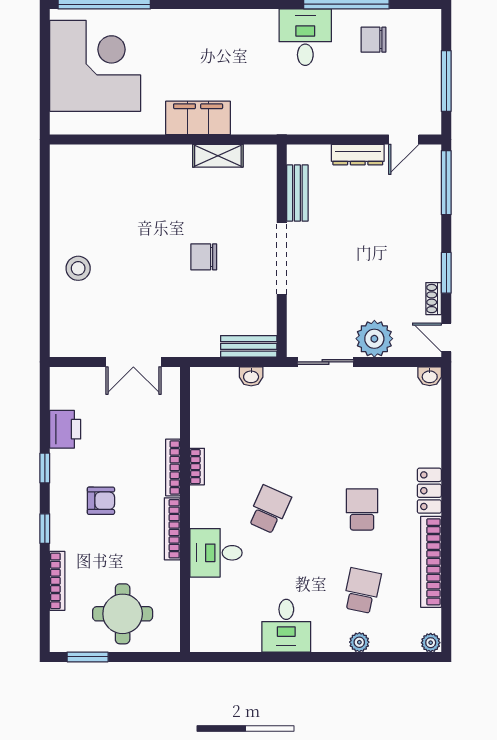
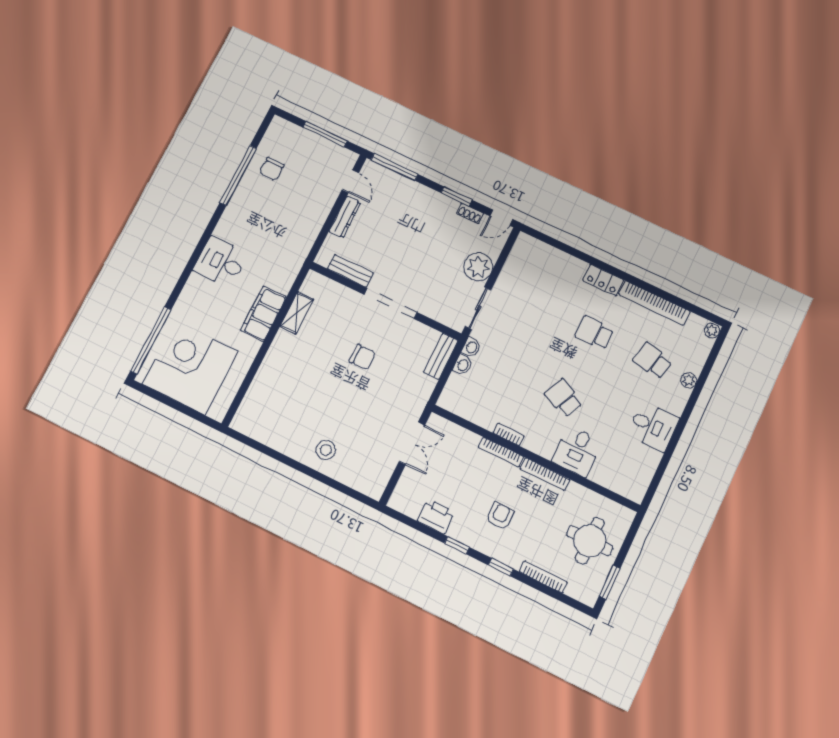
desk: (305, 37) -> (221, 262), moved
chair: (204, 257) -> (362, 357), turned -90
washbasin: (430, 376) -> (471, 347), moved

